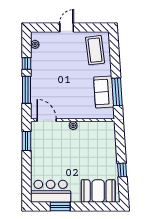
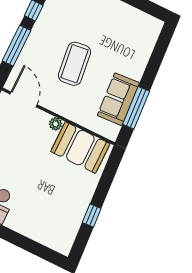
coffee table: (95, 50) -> (74, 64), moved
booth: (98, 191) -> (80, 148), moved

